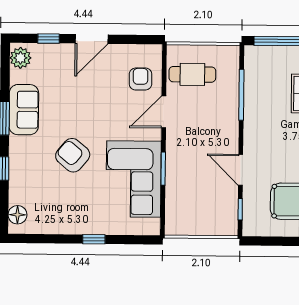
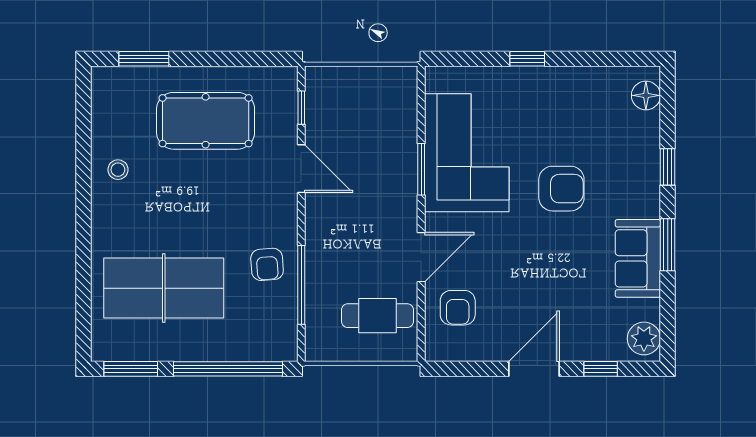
armchair: (263, 108) -> (267, 264), added
armchair: (73, 155) -> (561, 189), turned -40

